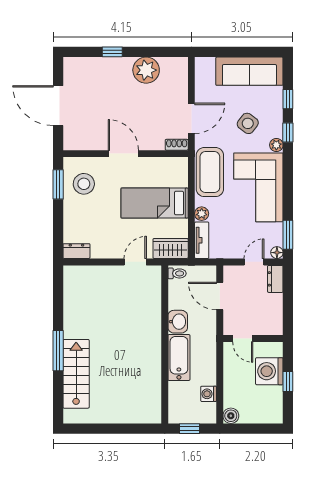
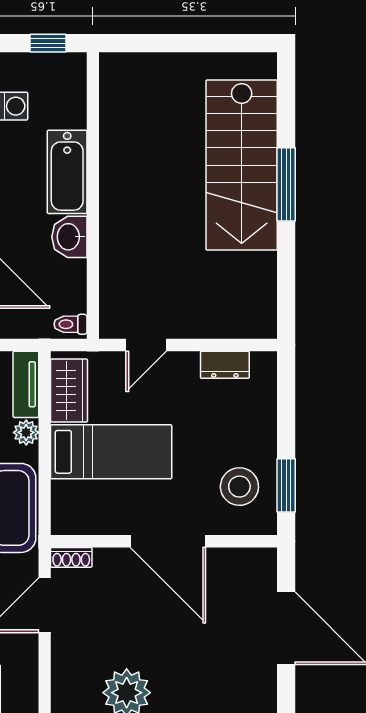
door: (123, 154) -> (168, 541), width x1.36
wardrobe: (171, 248) -> (69, 390), moved, turned -90
dresser: (76, 251) -> (225, 365), moved
stairs: (76, 374) -> (242, 165), width x1.36, depth x1.51

